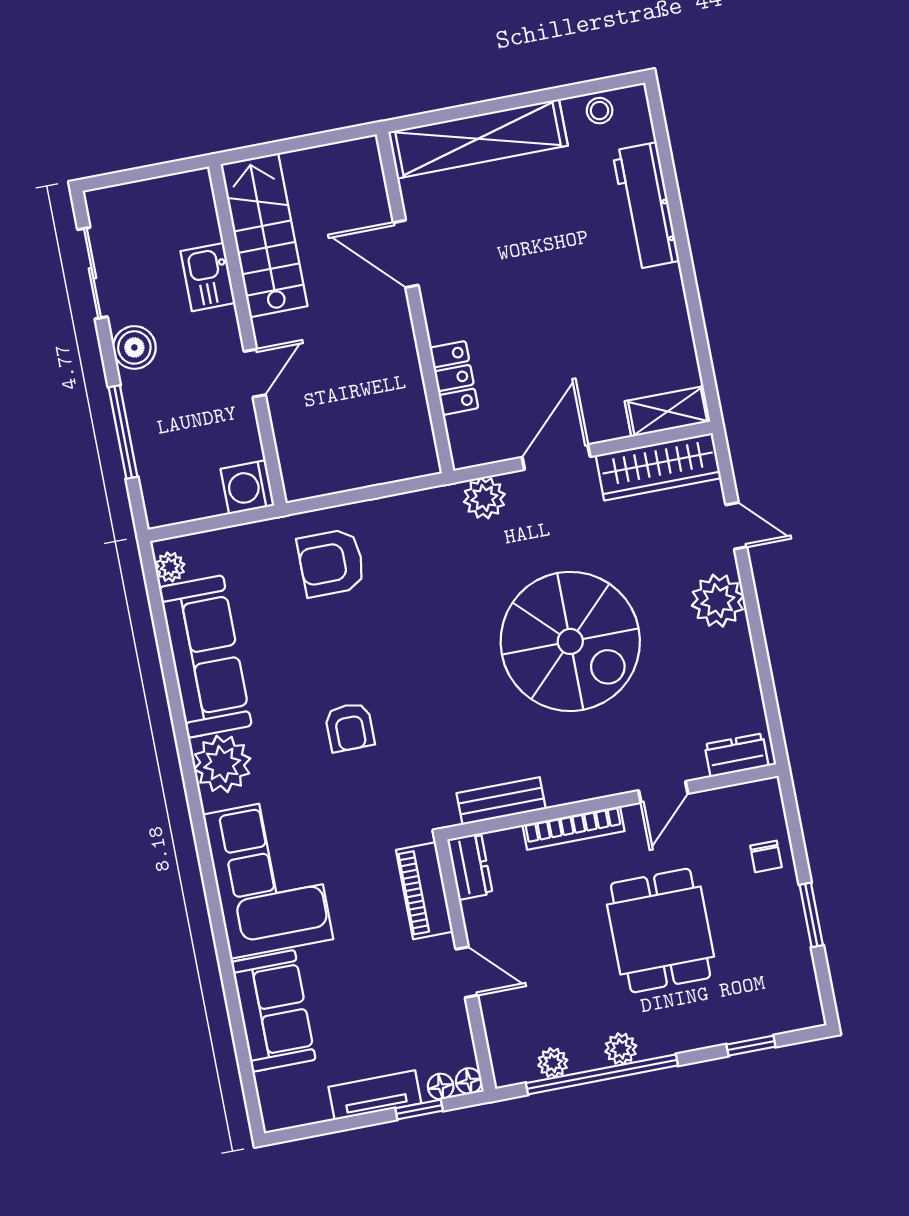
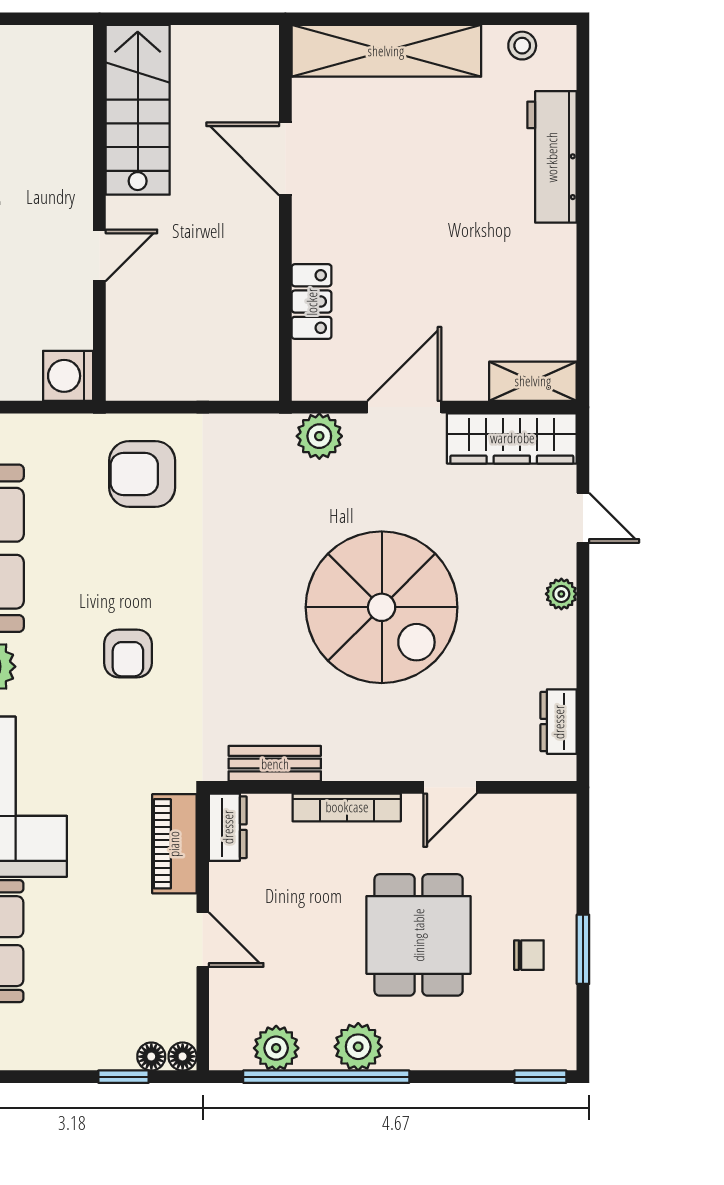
kitchen sink: (208, 277) -> (69, 143), removed
plant: (718, 601) -> (561, 594), width x0.53, depth x0.53
dresser: (737, 755) -> (559, 722), moved, turned -90
chair: (766, 856) -> (529, 955), moved, turned -90
window: (751, 1046) -> (540, 1077), moved
plant: (621, 1049) -> (358, 1047), width x1.38, depth x1.38
plant: (553, 1063) -> (276, 1048), width x1.38, depth x1.38
tv unit: (375, 1095) -> (79, 1052), removed

